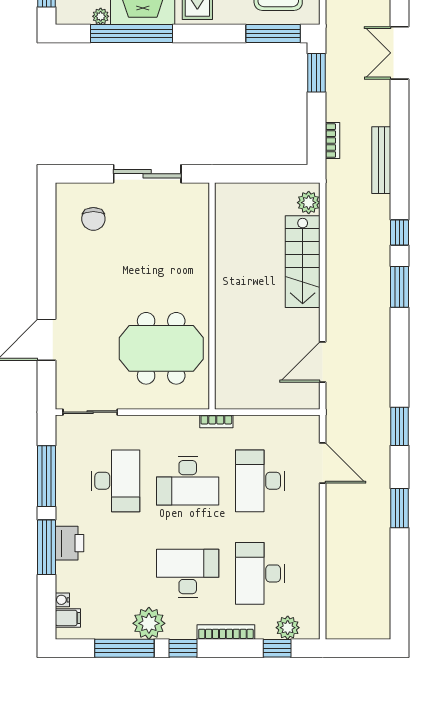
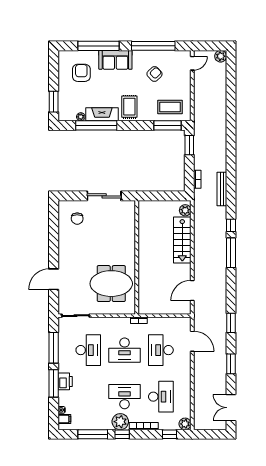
double door: (400, 53) -> (231, 408), moved
window: (400, 287) -> (231, 253), width x1.44
desk: (260, 573) -> (161, 397), turned 180
plant: (149, 623) -> (120, 422), moved
plant: (288, 628) -> (185, 424), moved

